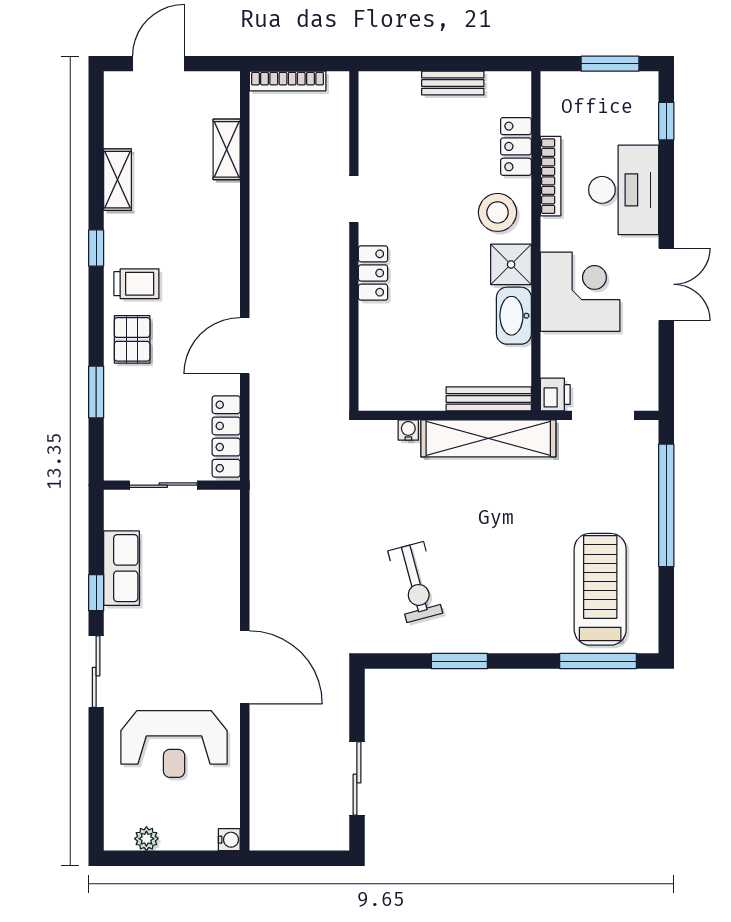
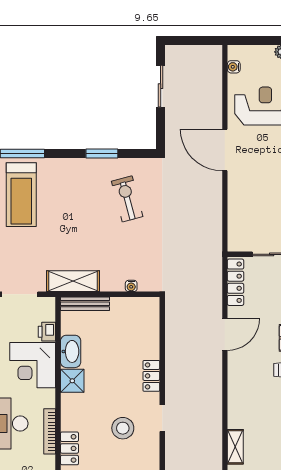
stool: (498, 212) -> (123, 428), moved
printer: (555, 394) -> (47, 332), moved
shelving: (488, 438) -> (73, 281), width x0.68
water cooler: (229, 840) -> (234, 67), moved

